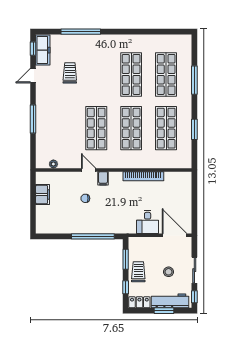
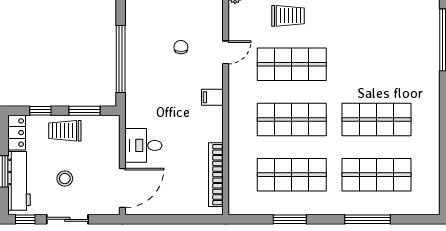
trolley: (70, 73) -> (288, 16), moved
bookcase: (143, 176) -> (216, 175), moved
filing cabinet: (103, 178) -> (212, 97), moved
trolley: (138, 272) -> (65, 131), turned 180

